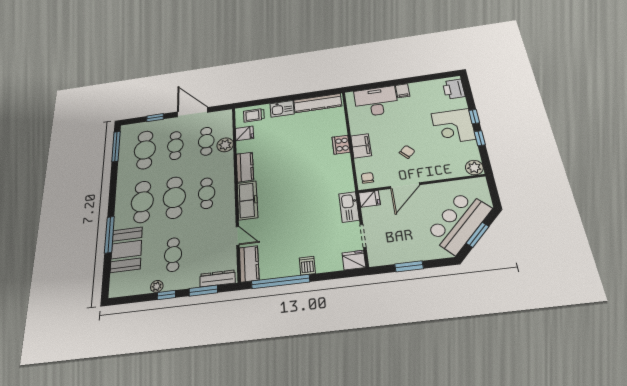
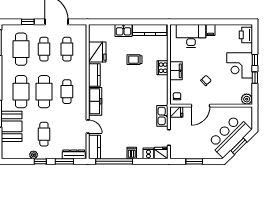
trolley: (254, 115) -> (135, 60), moved
fridge: (244, 133) -> (97, 52), width x1.88, depth x1.34
plant: (225, 145) -> (81, 55), removed
cooker: (334, 263) -> (148, 153), added

